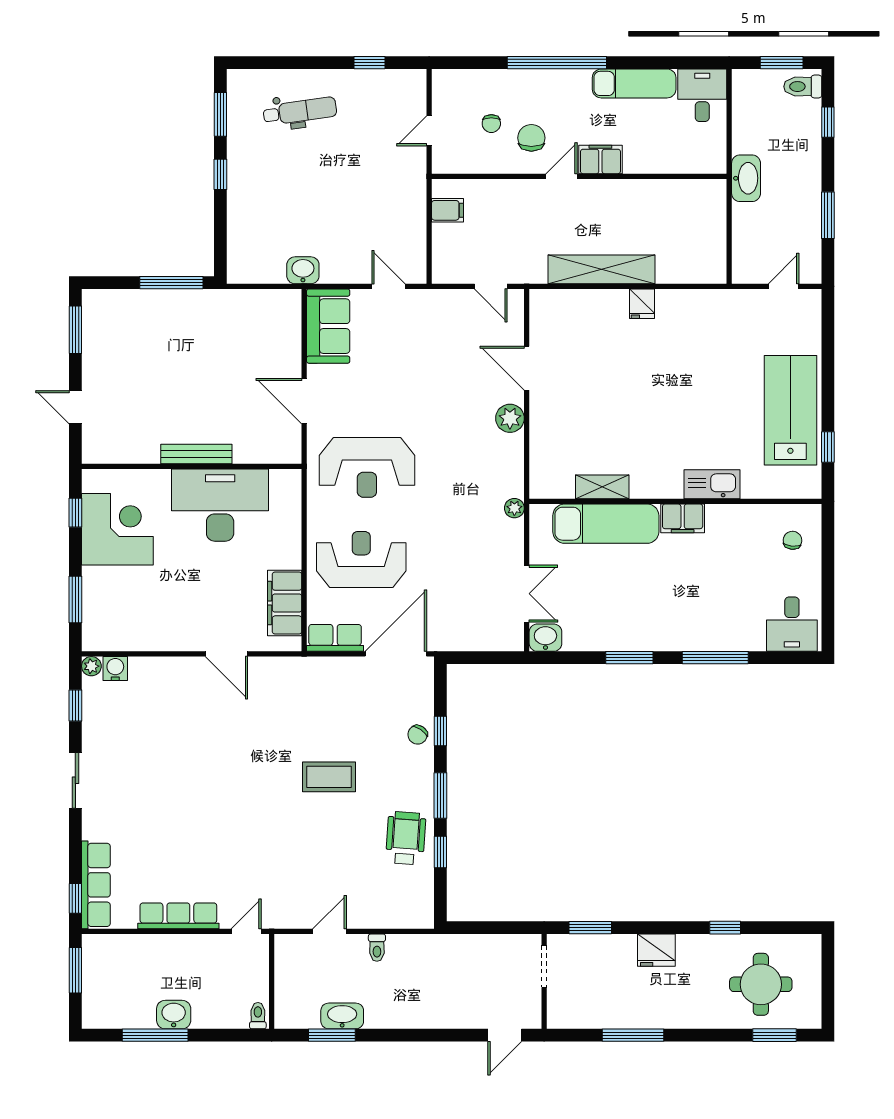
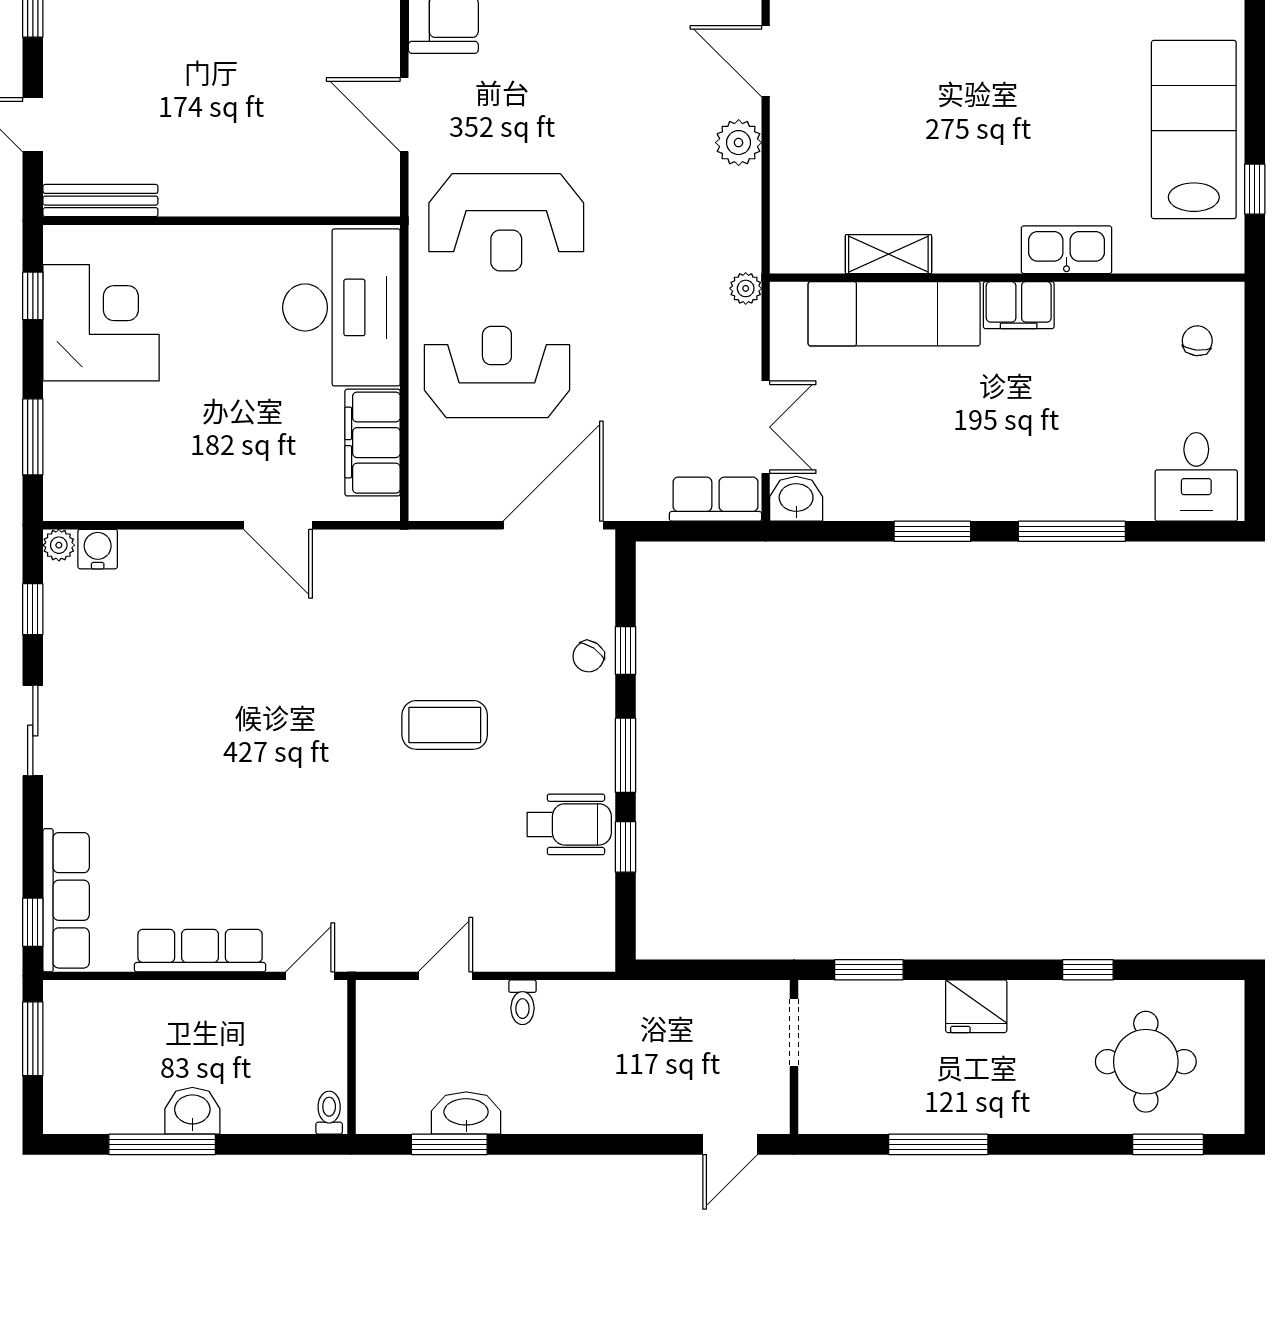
bench: (196, 454) -> (100, 201), moved
desk: (220, 505) -> (341, 307), moved, turned 90
row of seats: (335, 638) -> (715, 499), moved
wheelchair: (406, 838) -> (569, 824), turned 86

